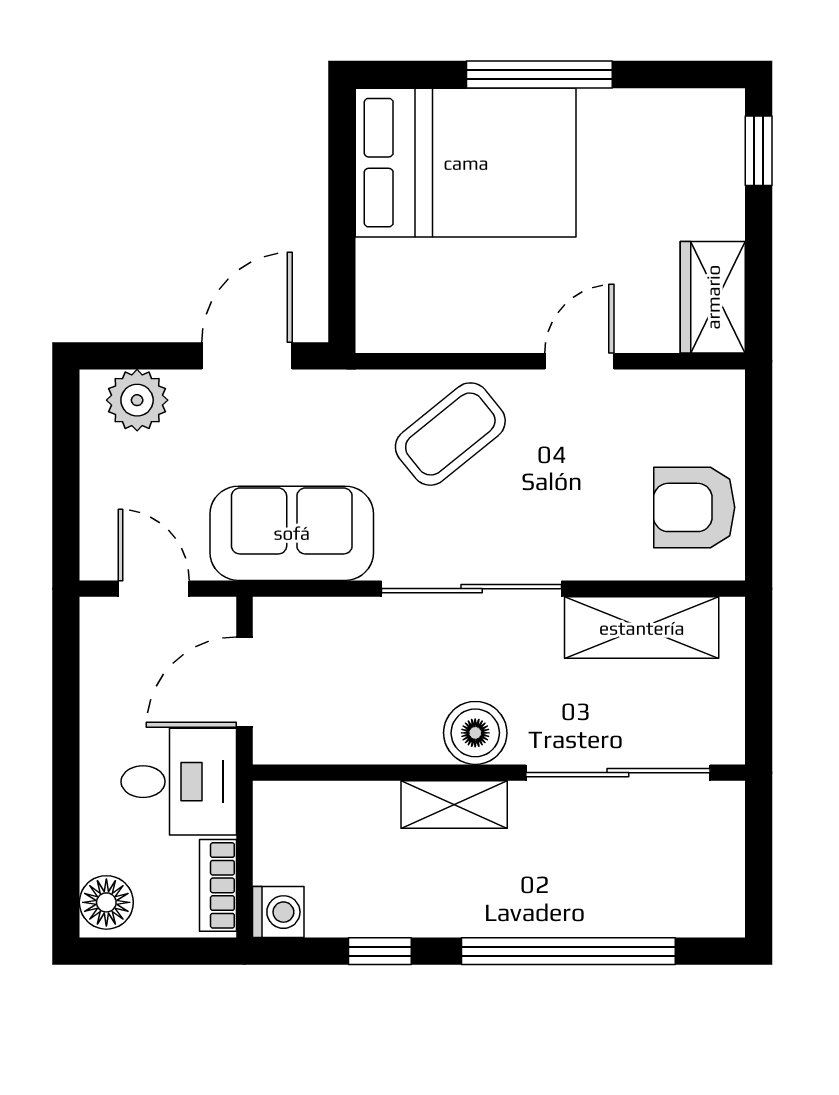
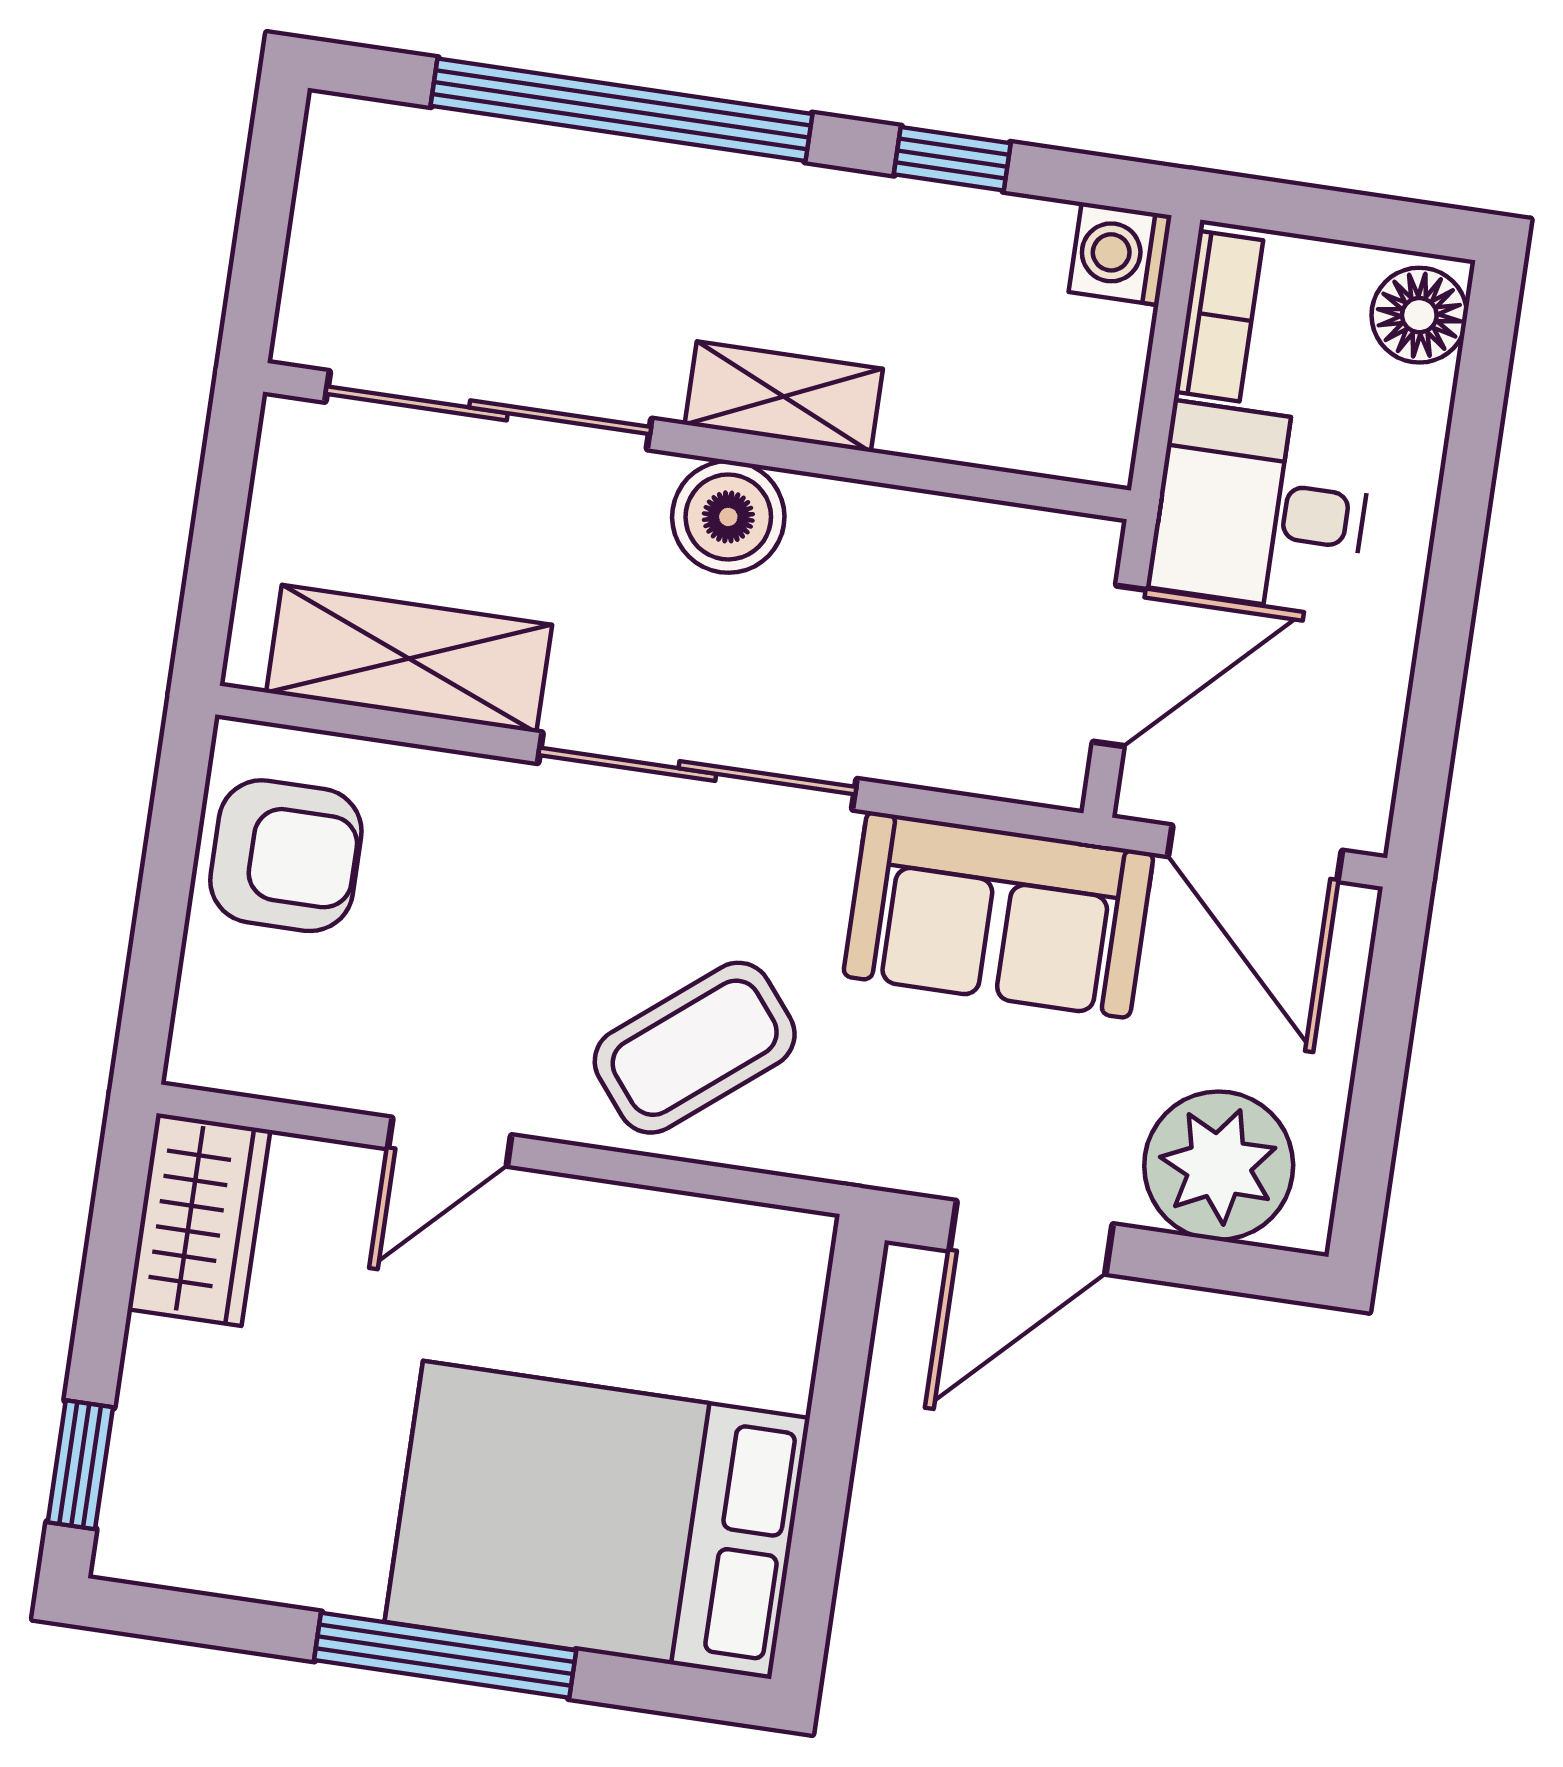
plant: (137, 400) -> (1219, 1166), width x1.36, depth x1.36
door: (154, 589) -> (1255, 853), width x1.38

